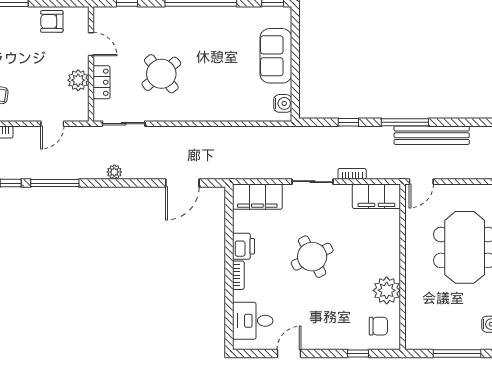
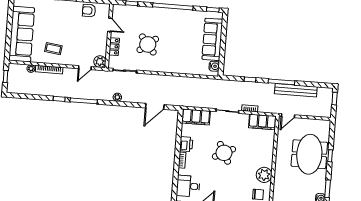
sofa: (276, 56) -> (212, 39), width x1.36
plant: (78, 80) -> (100, 62), moved

